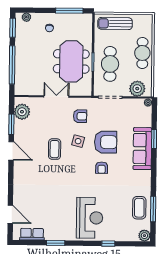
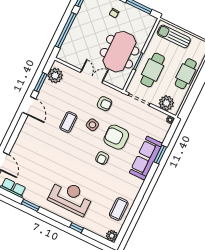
armchair: (106, 142) -> (116, 137), turned 180
window: (153, 209) -> (130, 216), removed
reception desk: (90, 218) -> (71, 197), turned -90

